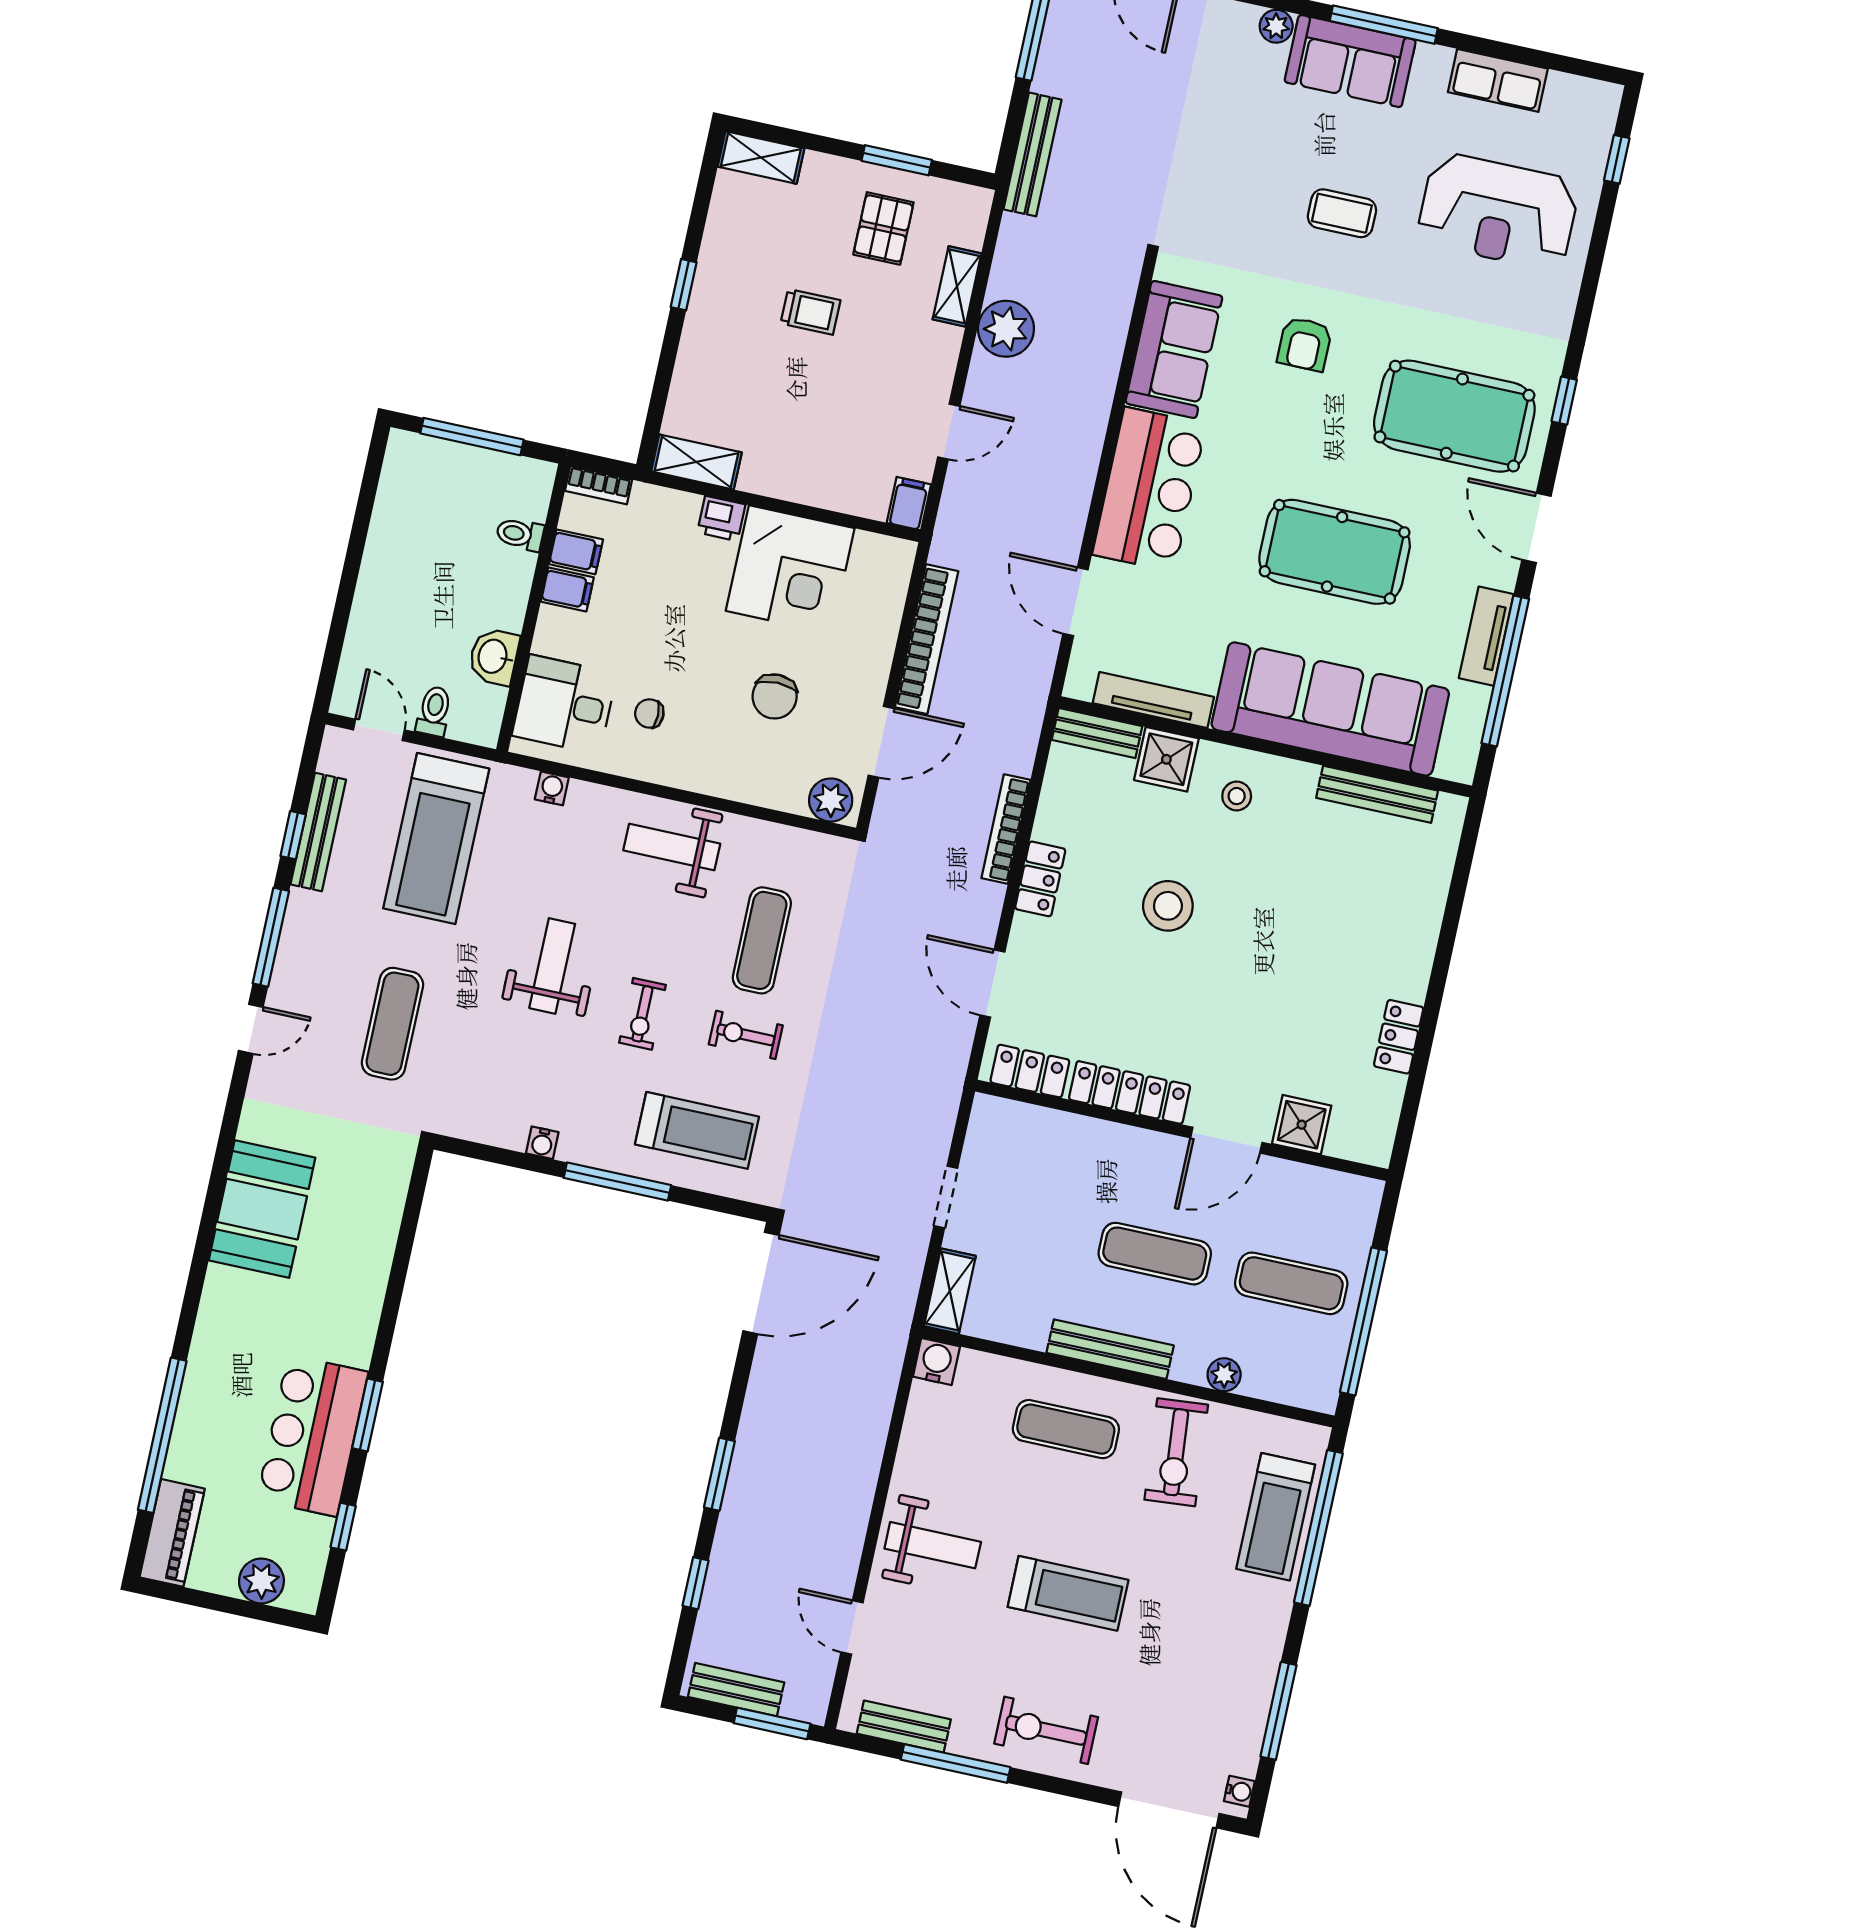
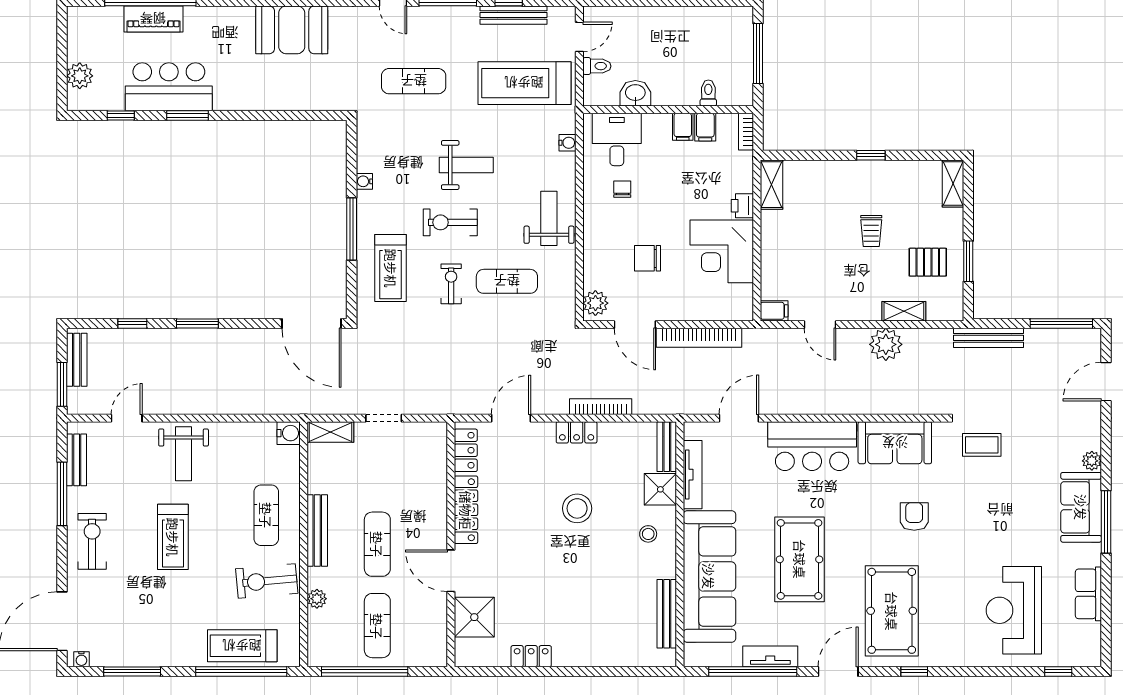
coffee table: (1342, 213) -> (982, 445), moved, turned 90
armchair: (1305, 344) -> (914, 517), turned 90
exercise bike: (642, 1014) -> (450, 222), width x1.38, depth x1.39
shower: (1302, 1125) -> (474, 617), width x1.36, depth x1.36
piano: (172, 1533) -> (153, 19), moved

